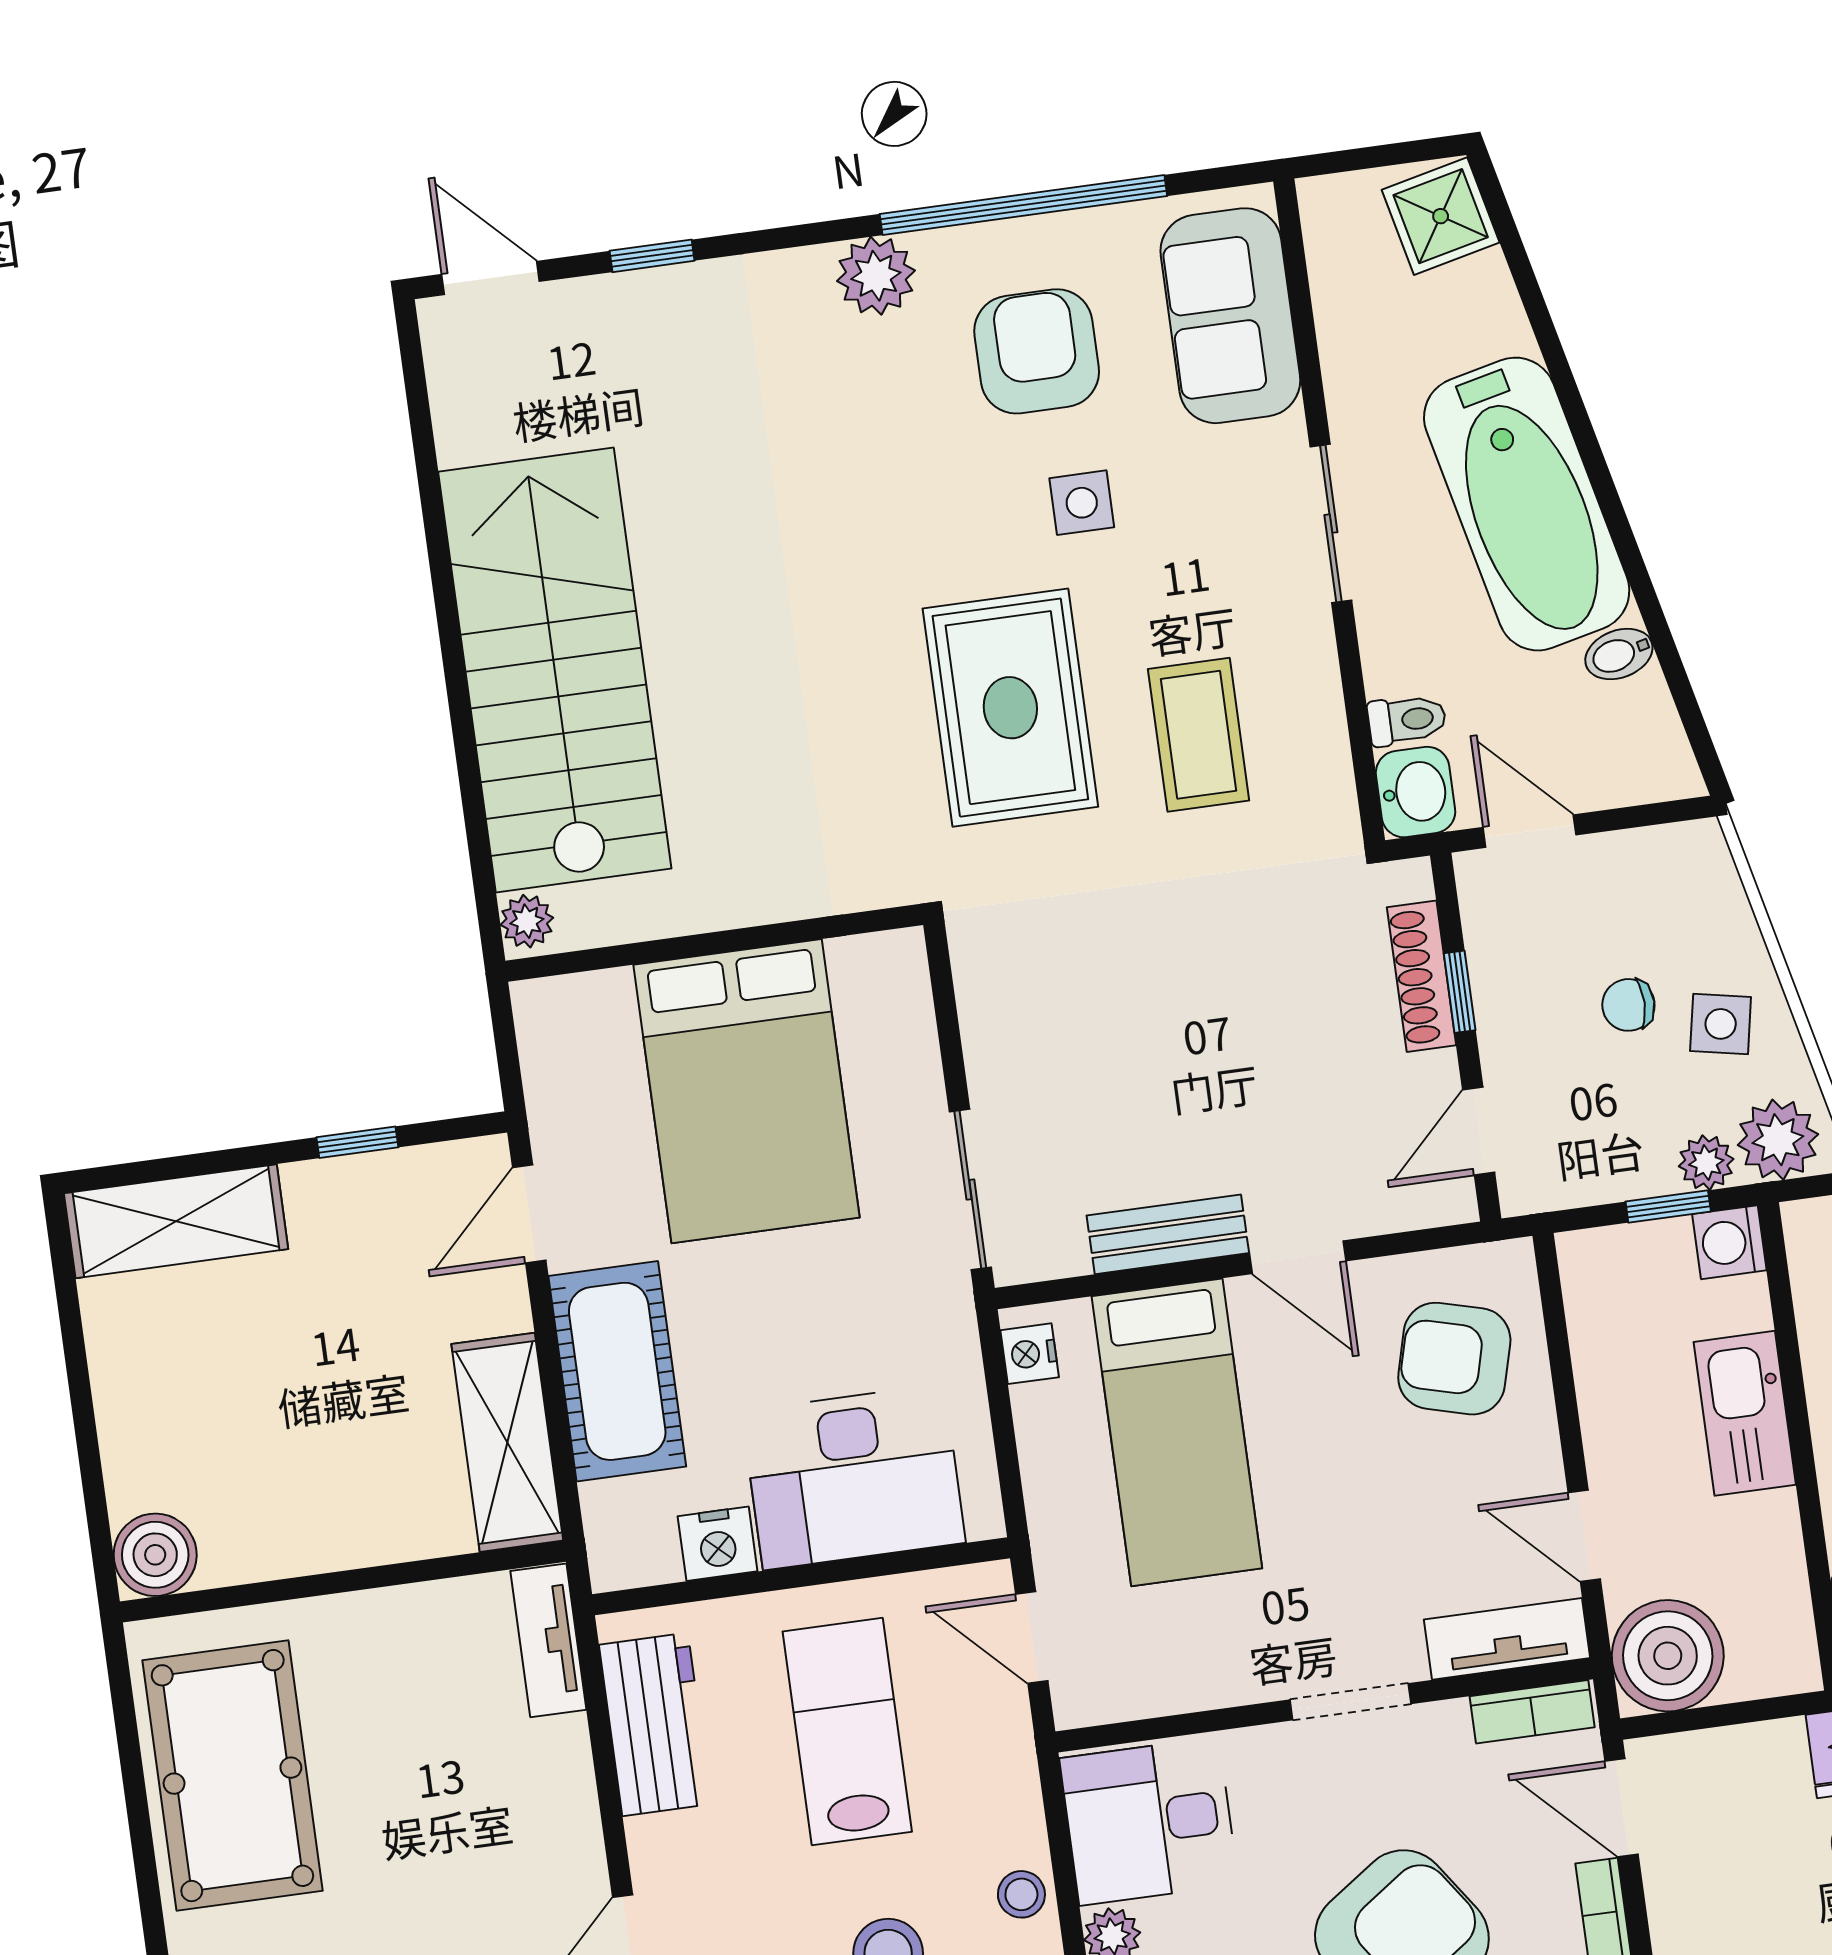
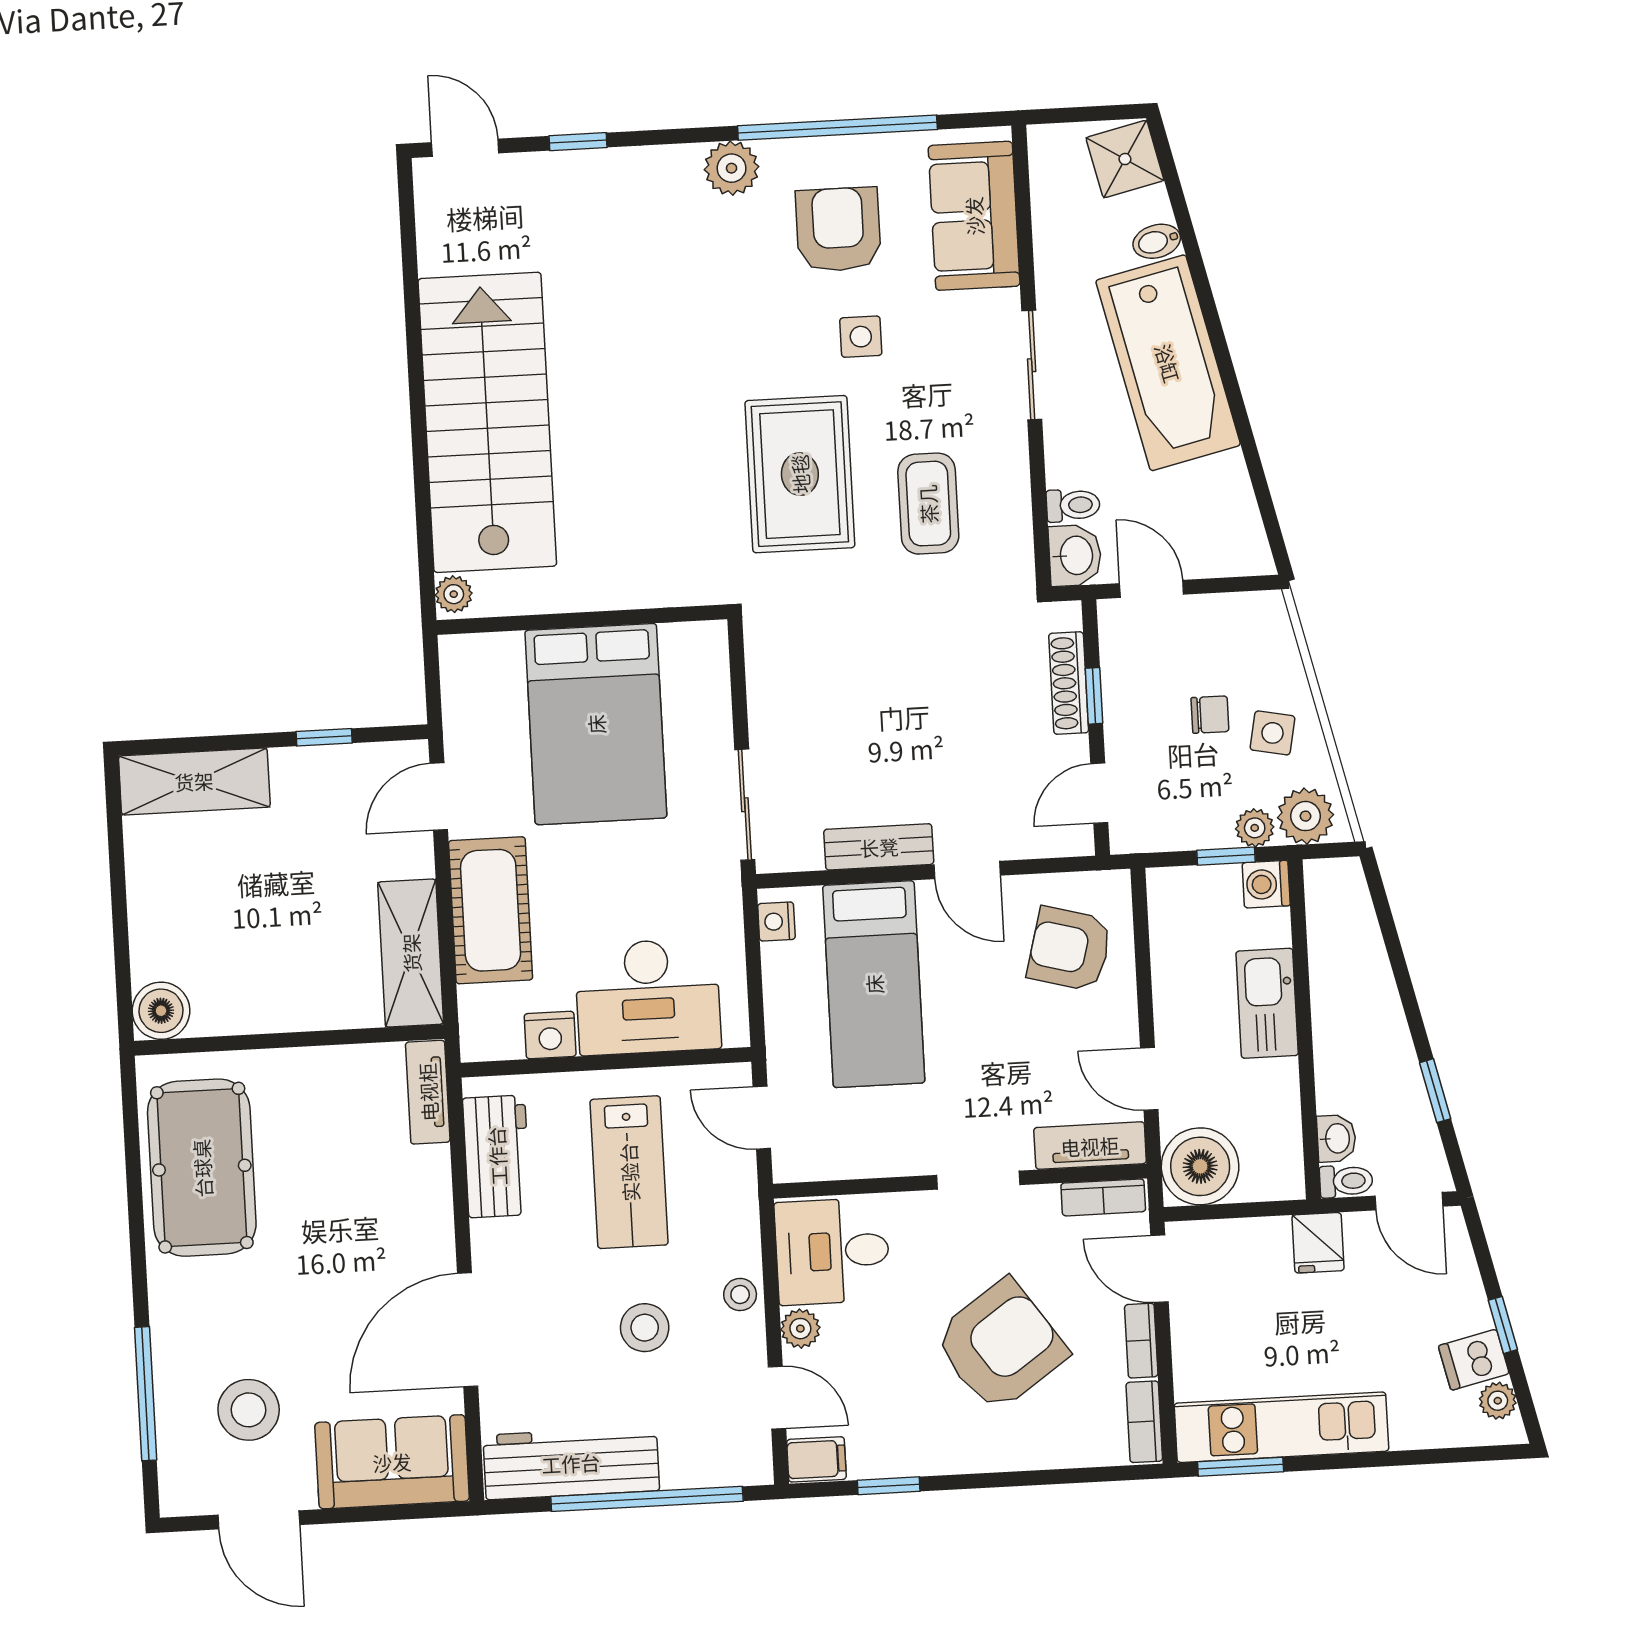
bidet: (1619, 654) -> (1157, 241), moved
chair: (1628, 1005) -> (1210, 715), turned 180
lab bench: (847, 1732) -> (629, 1172), turned 180

